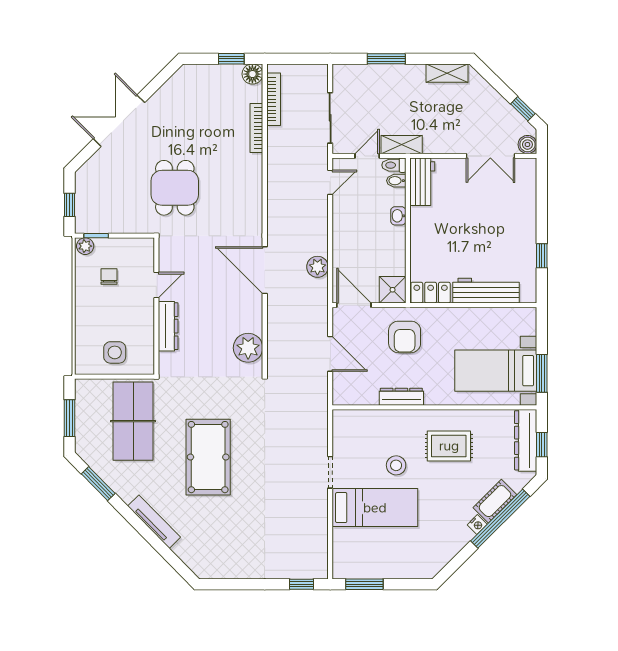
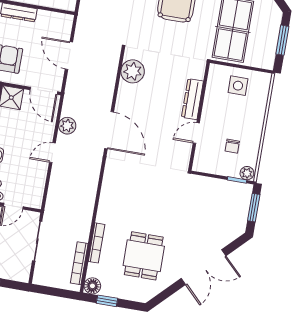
door: (330, 182) -> (52, 153), moved
dining table: (175, 188) -> (144, 256), moved
window: (69, 205) -> (254, 208), width x1.50

